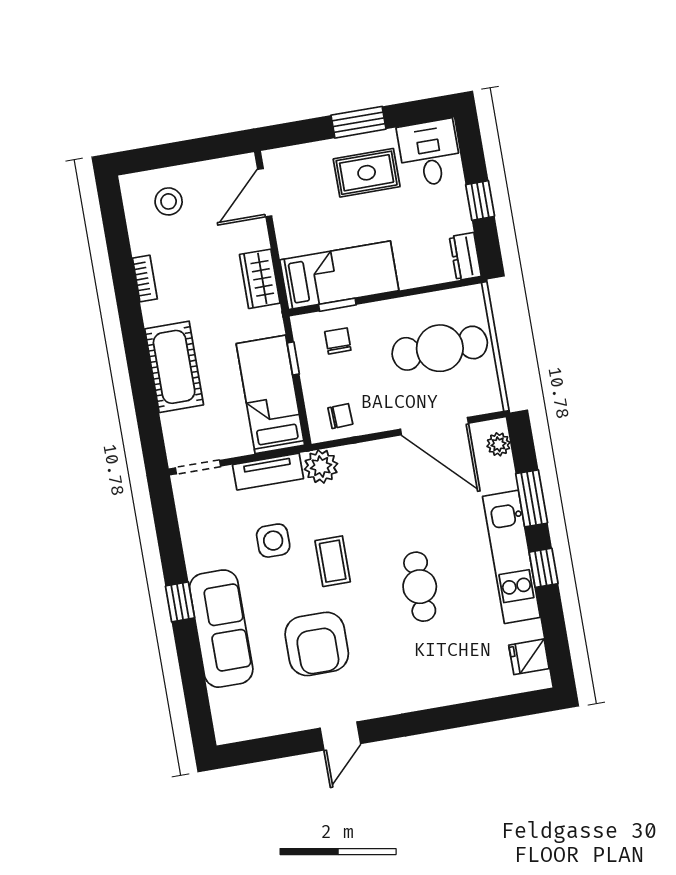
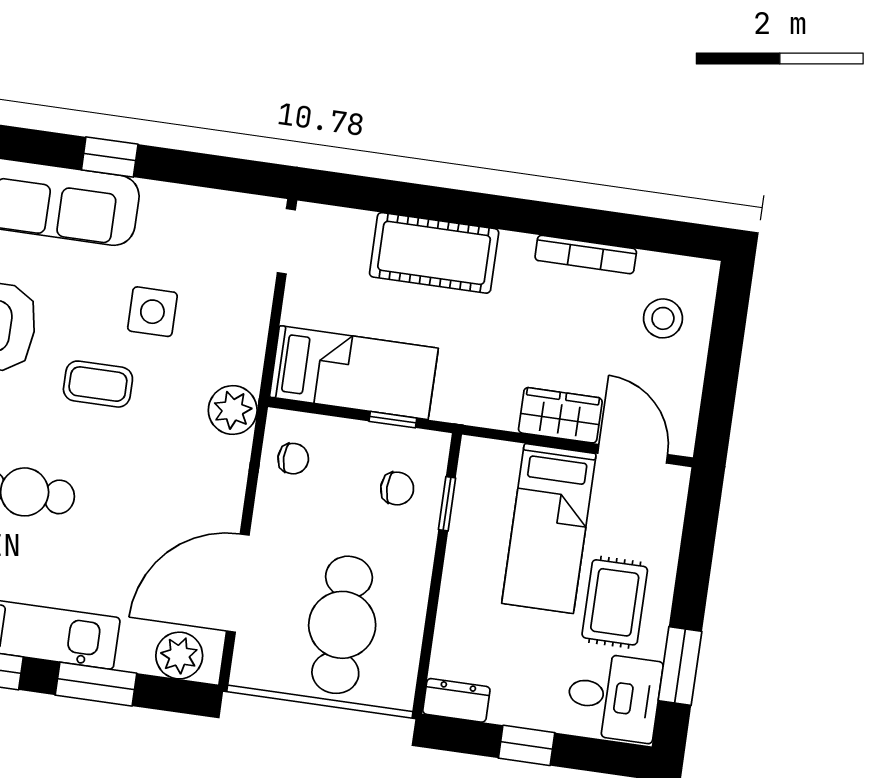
window: (358, 122) -> (680, 666), moved
bed: (339, 275) -> (549, 528), moved
bookcase: (145, 279) -> (586, 254), width x1.56
wardrobe: (260, 279) -> (560, 415), moved
chair: (340, 416) -> (293, 459), turned -88
plant: (498, 444) -> (179, 656), width x1.38, depth x1.38
tv unit: (268, 472) -> (249, 335), removed

